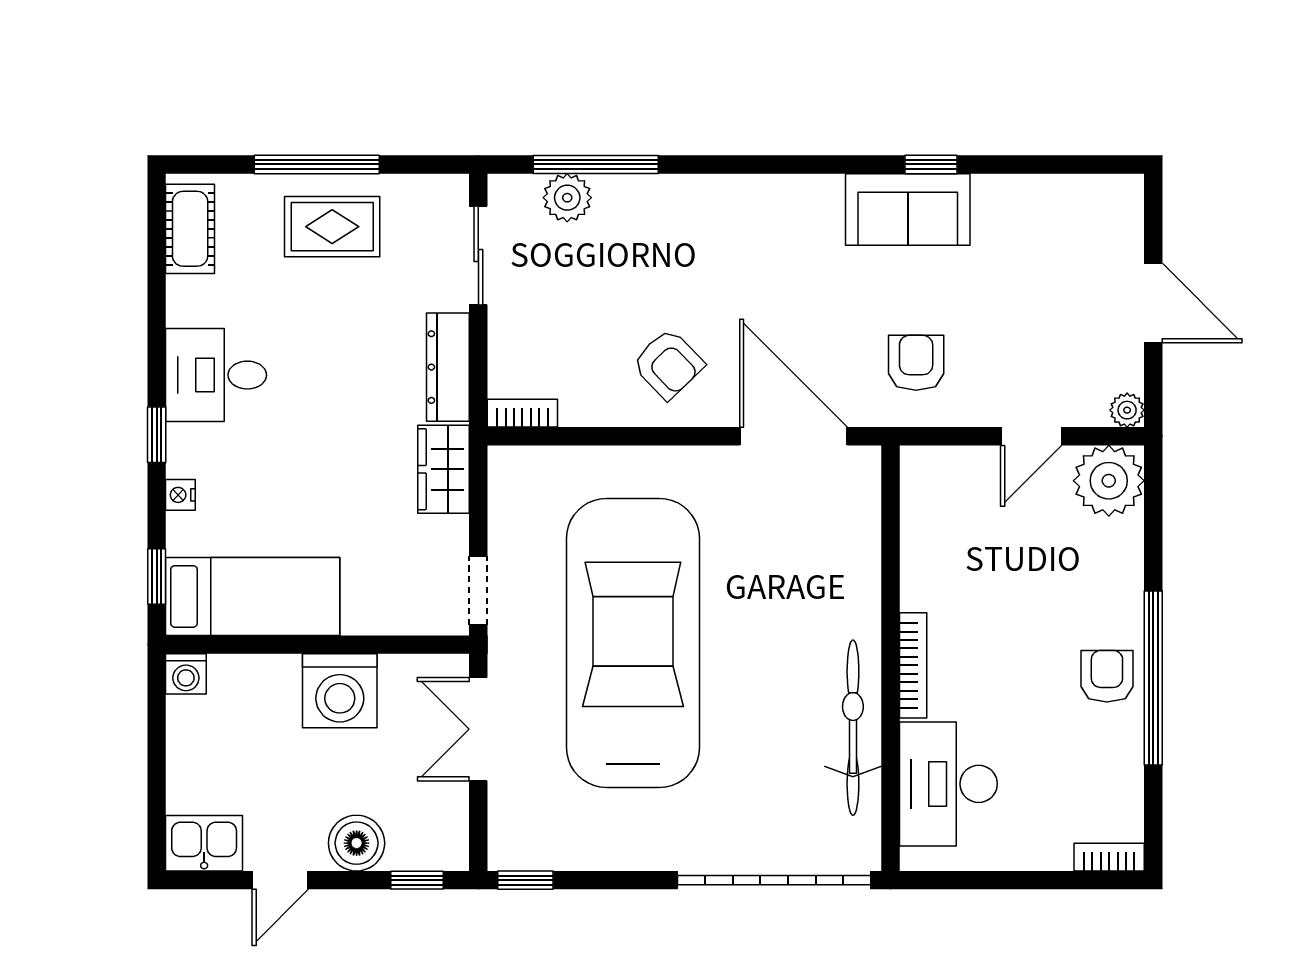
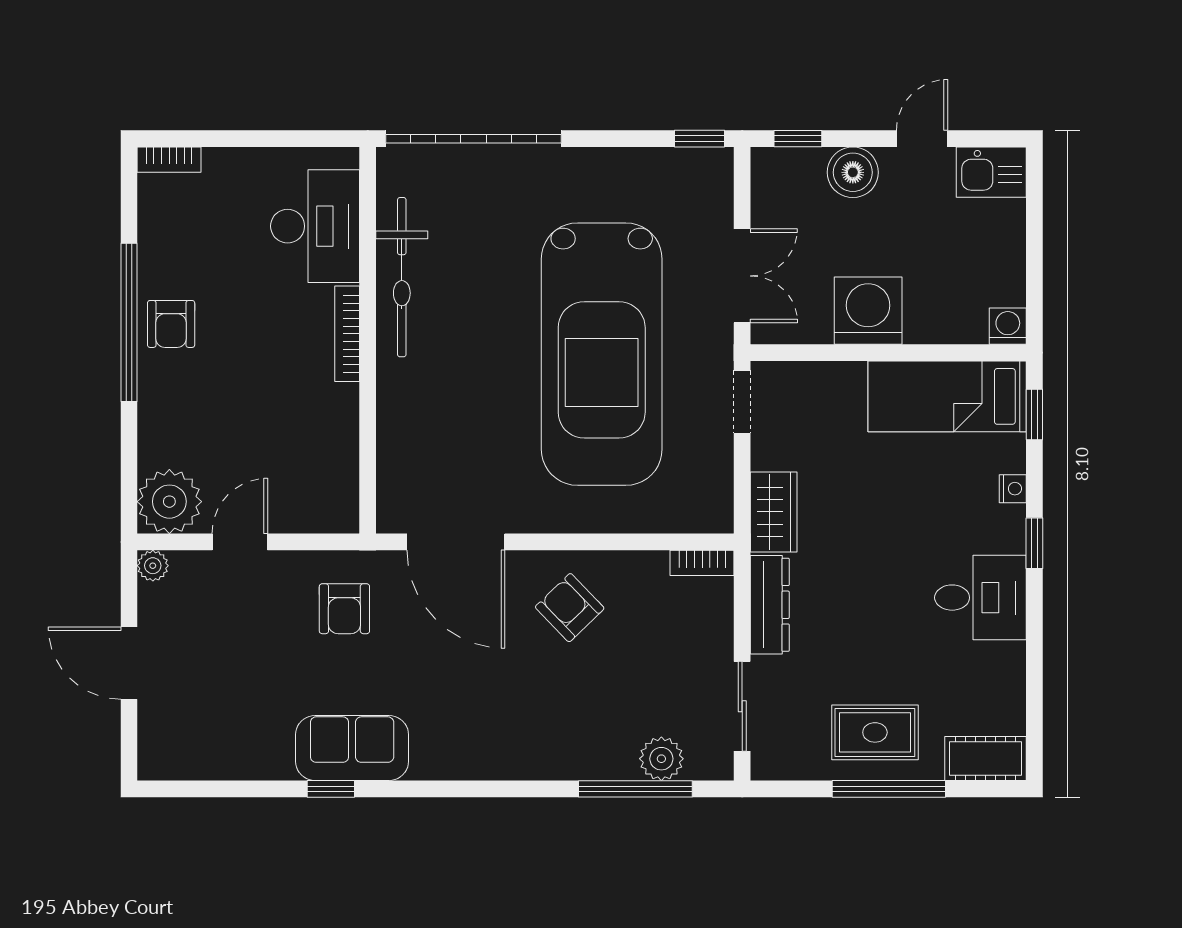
cot: (190, 229) -> (985, 759), moved, turned 90

